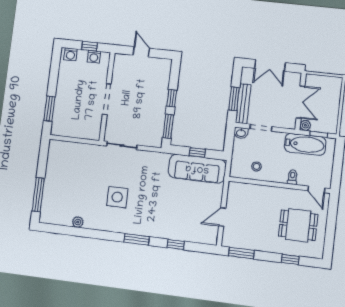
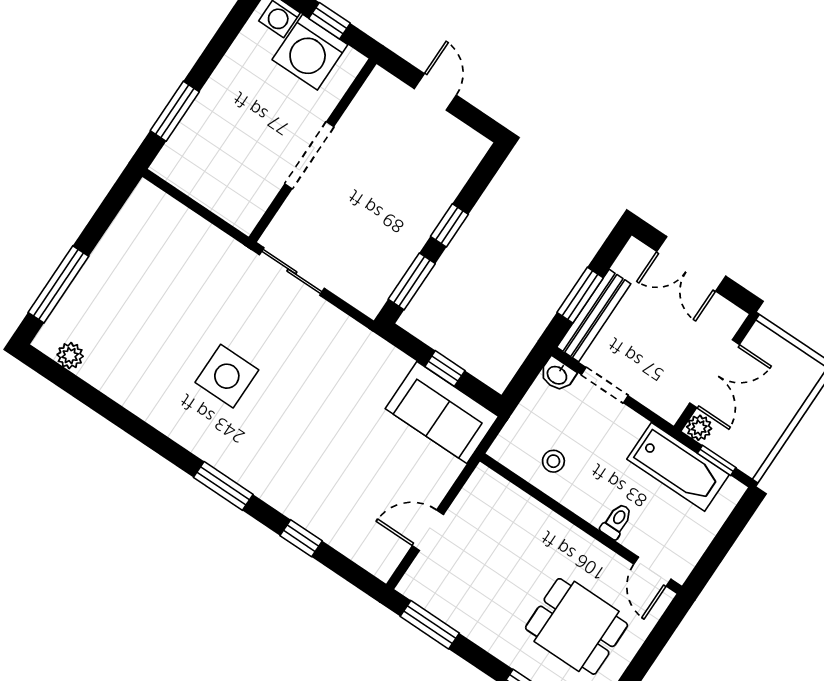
washing machine: (94, 57) -> (310, 52), width x1.89, depth x1.89
sofa: (197, 169) -> (442, 412), width x0.73
plant: (78, 222) -> (70, 356), moved

